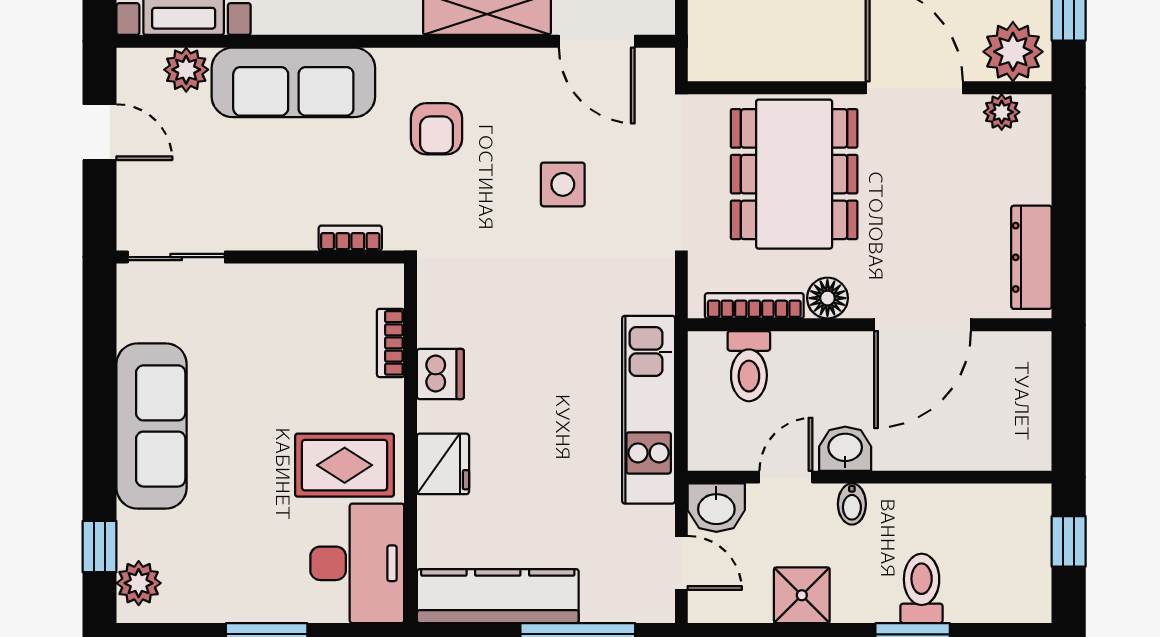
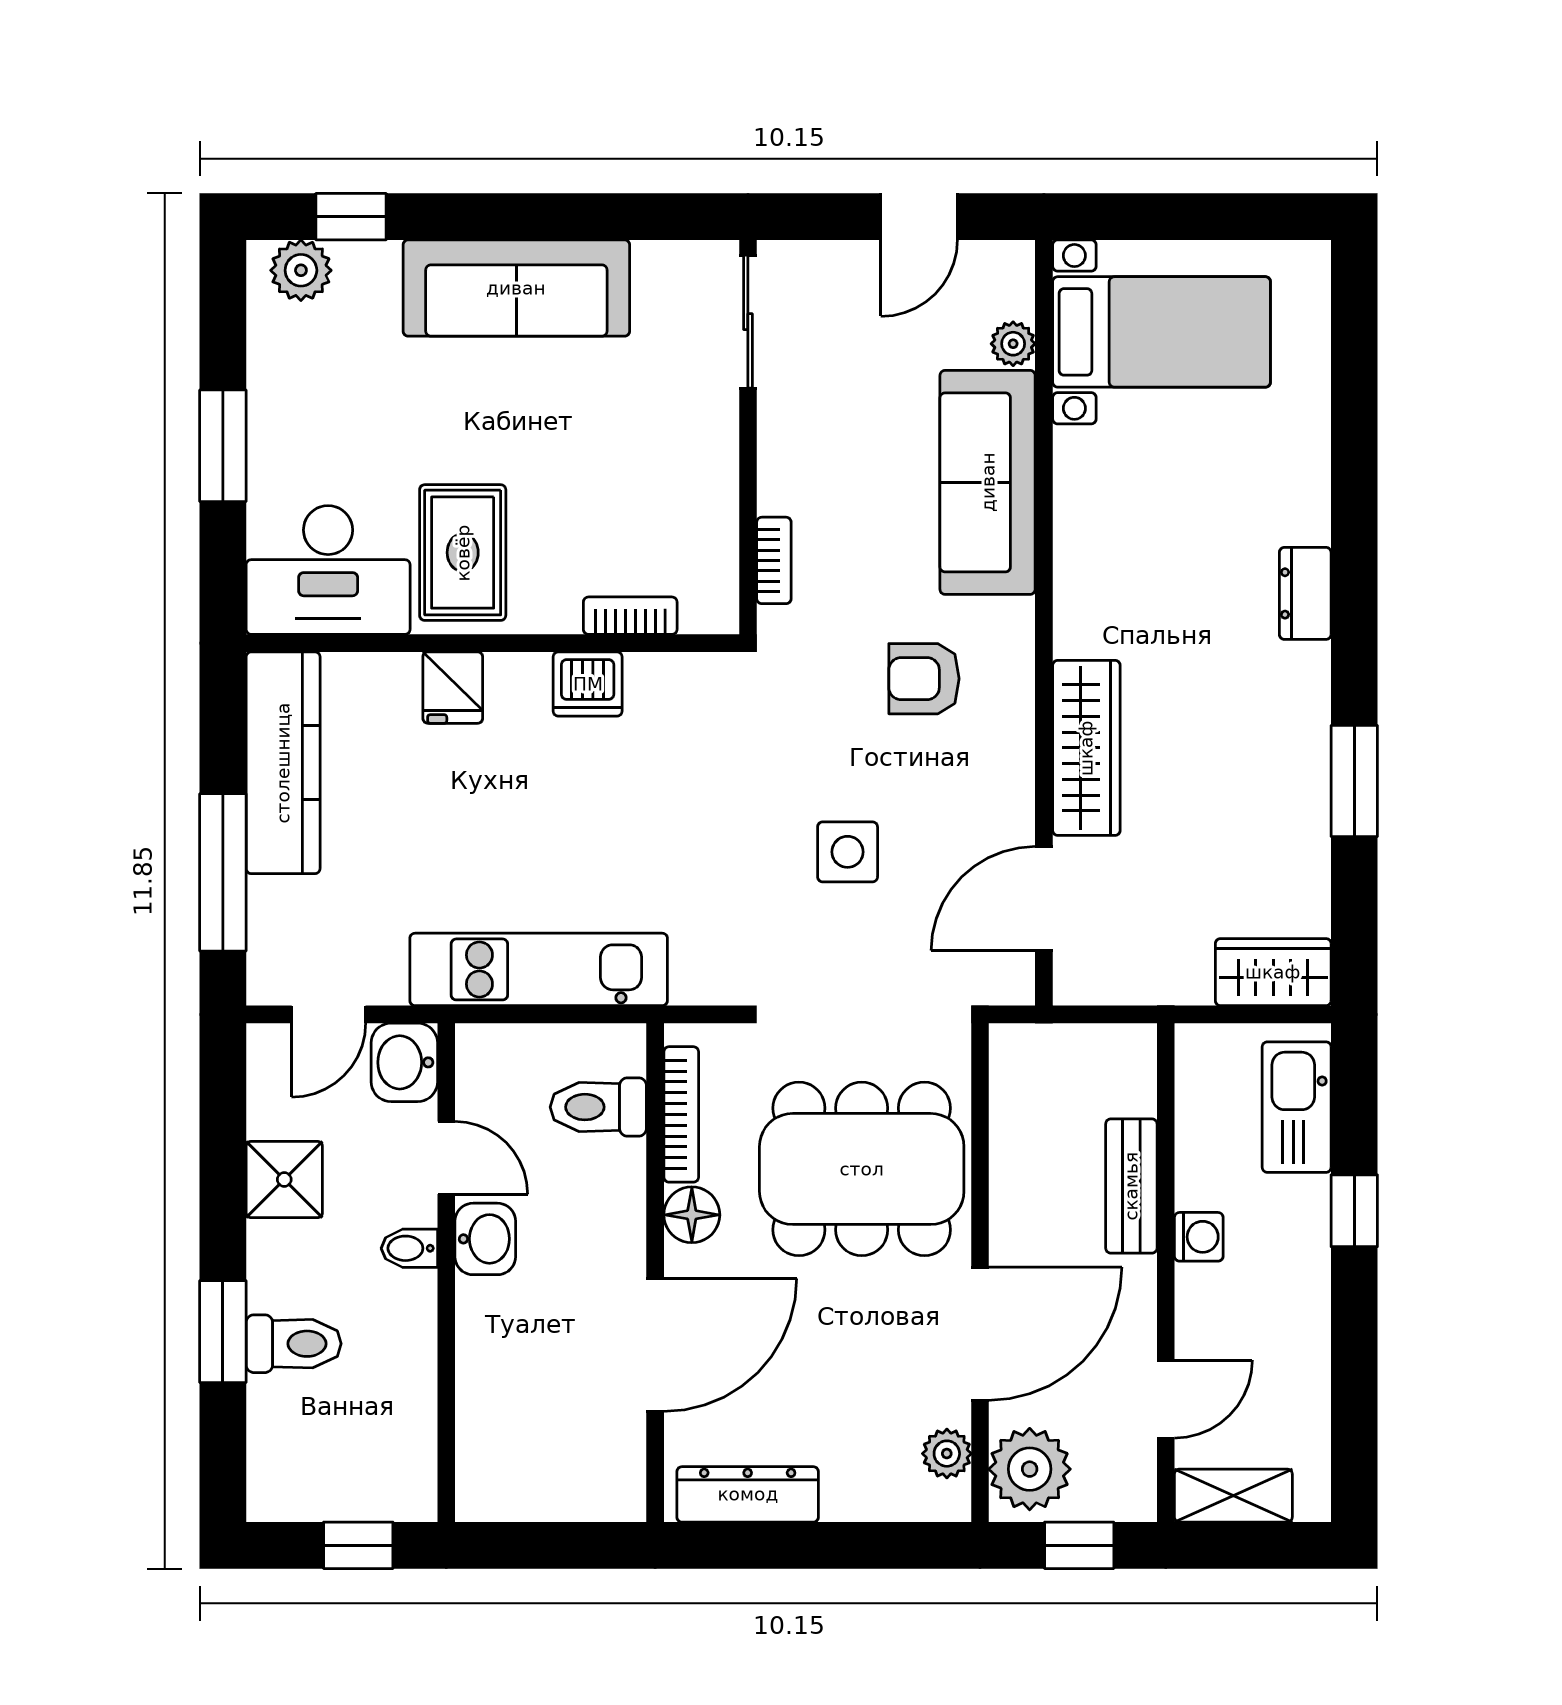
plant: (186, 70) -> (1013, 344), width x0.73, depth x0.73
door: (923, 325) -> (655, 1345), swing flipped
fridge: (443, 464) -> (453, 688), width x0.72

